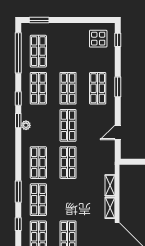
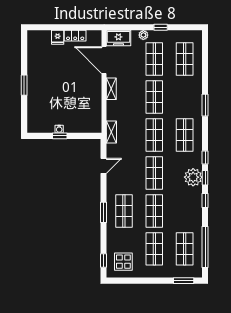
shop shelf: (38, 88) -> (154, 249), moved
plant: (26, 125) -> (193, 177), width x1.88, depth x1.88
shelving: (110, 185) -> (111, 132), moved
shop shelf: (38, 200) -> (154, 97), moved
window: (18, 224) -> (205, 158), moved

